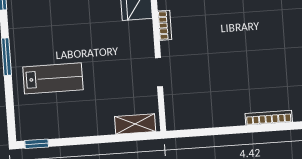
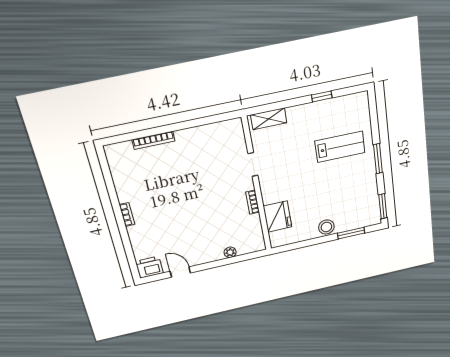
lab bench: (53, 78) -> (340, 147), turned 180
window: (37, 144) -> (322, 96), moved

